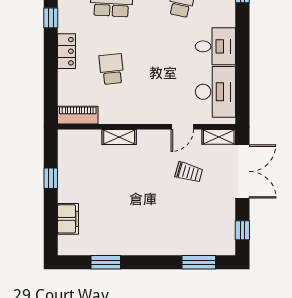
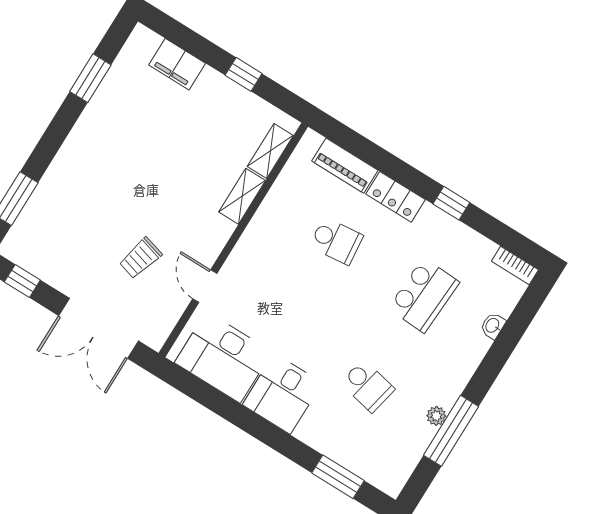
piano: (78, 115) -> (345, 166), moved, turned 90
shelving: (219, 137) -> (270, 151), moved

